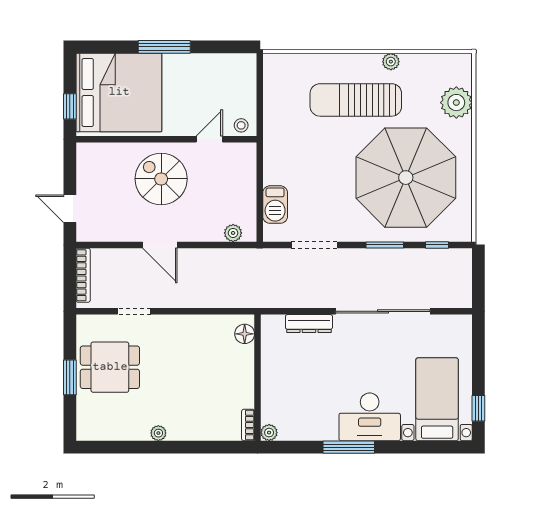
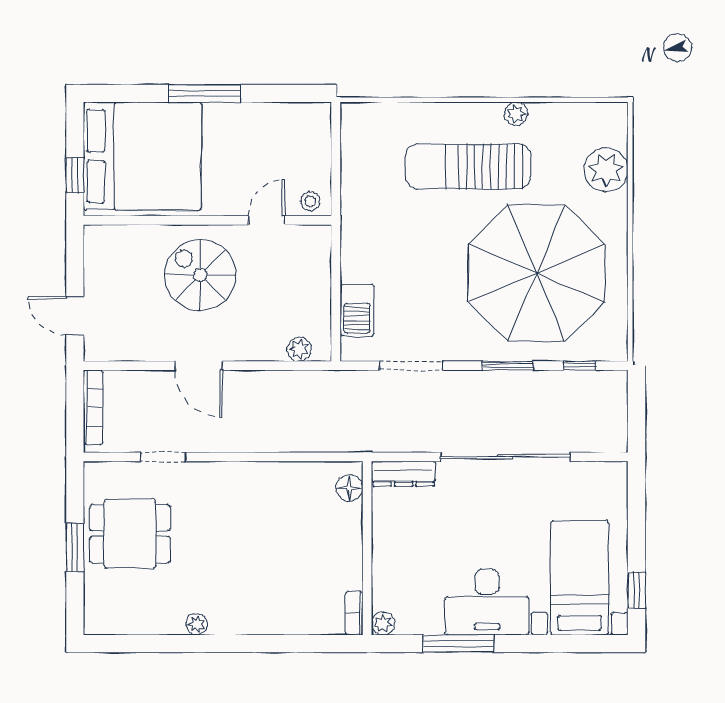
floor lamp: (245, 334) -> (349, 488), moved
wall: (258, 378) -> (367, 548), moved
bookcase: (248, 425) -> (354, 613), moved
plant: (269, 433) -> (383, 624), moved

